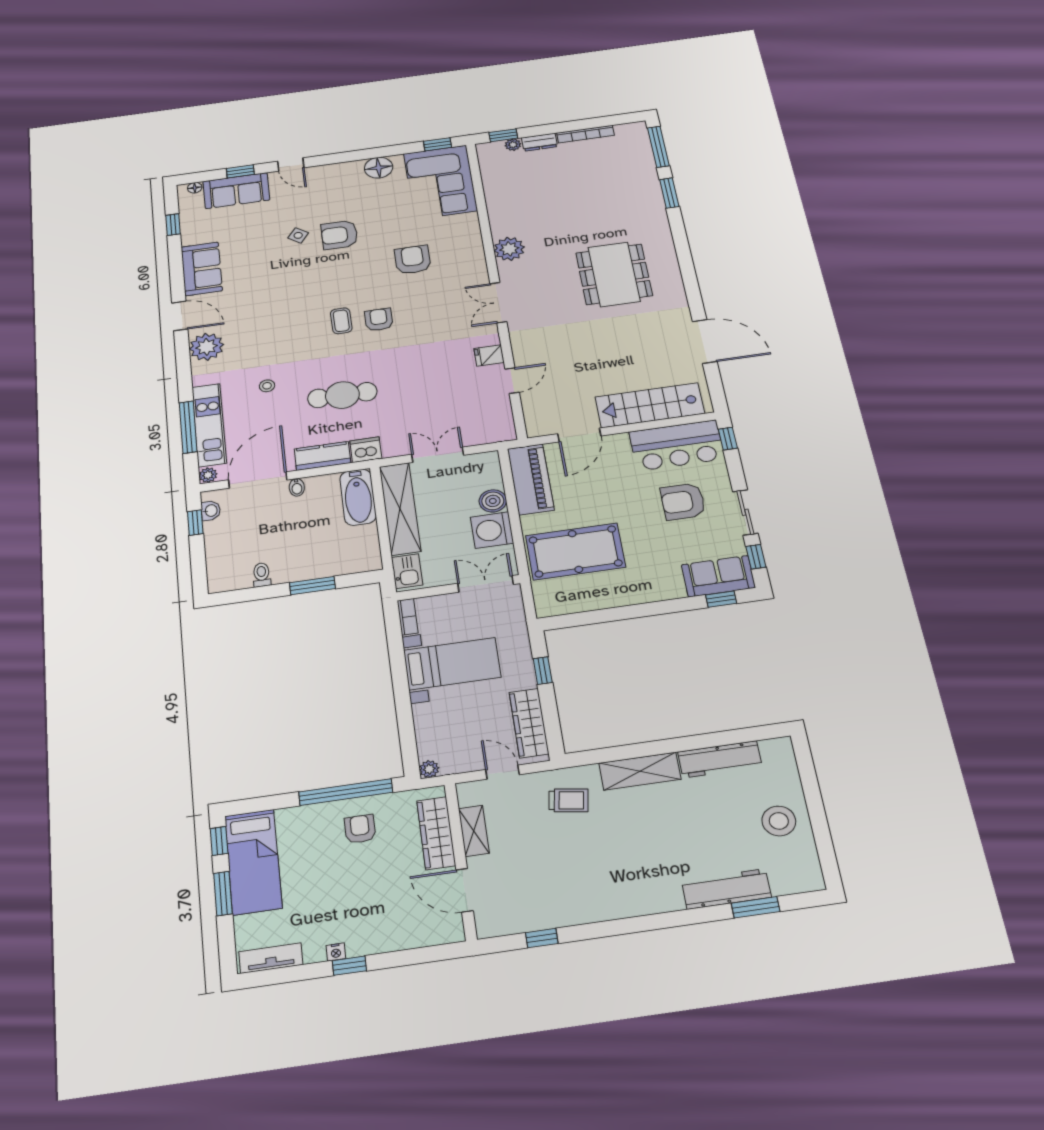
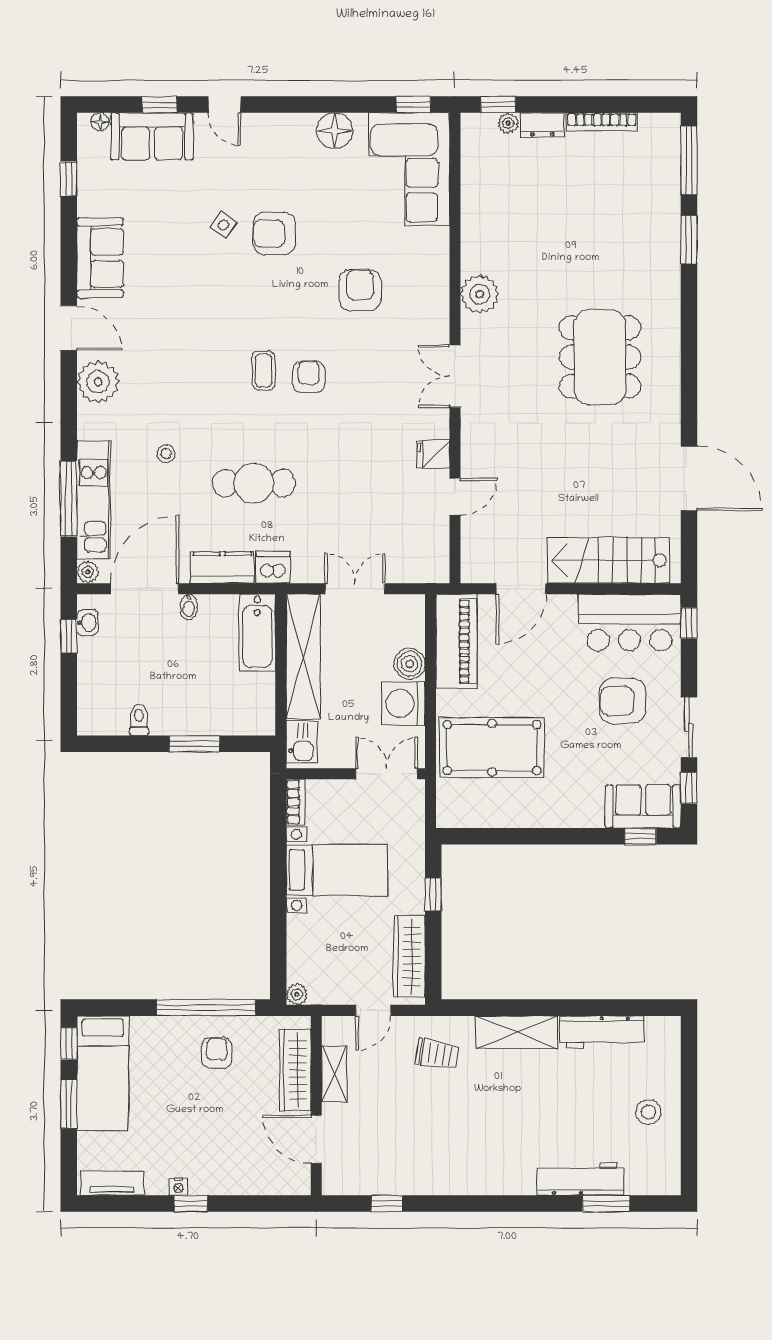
door: (502, 772) -> (373, 1010), swing flipped
stool: (779, 821) -> (648, 1112), width x0.73, depth x0.73

